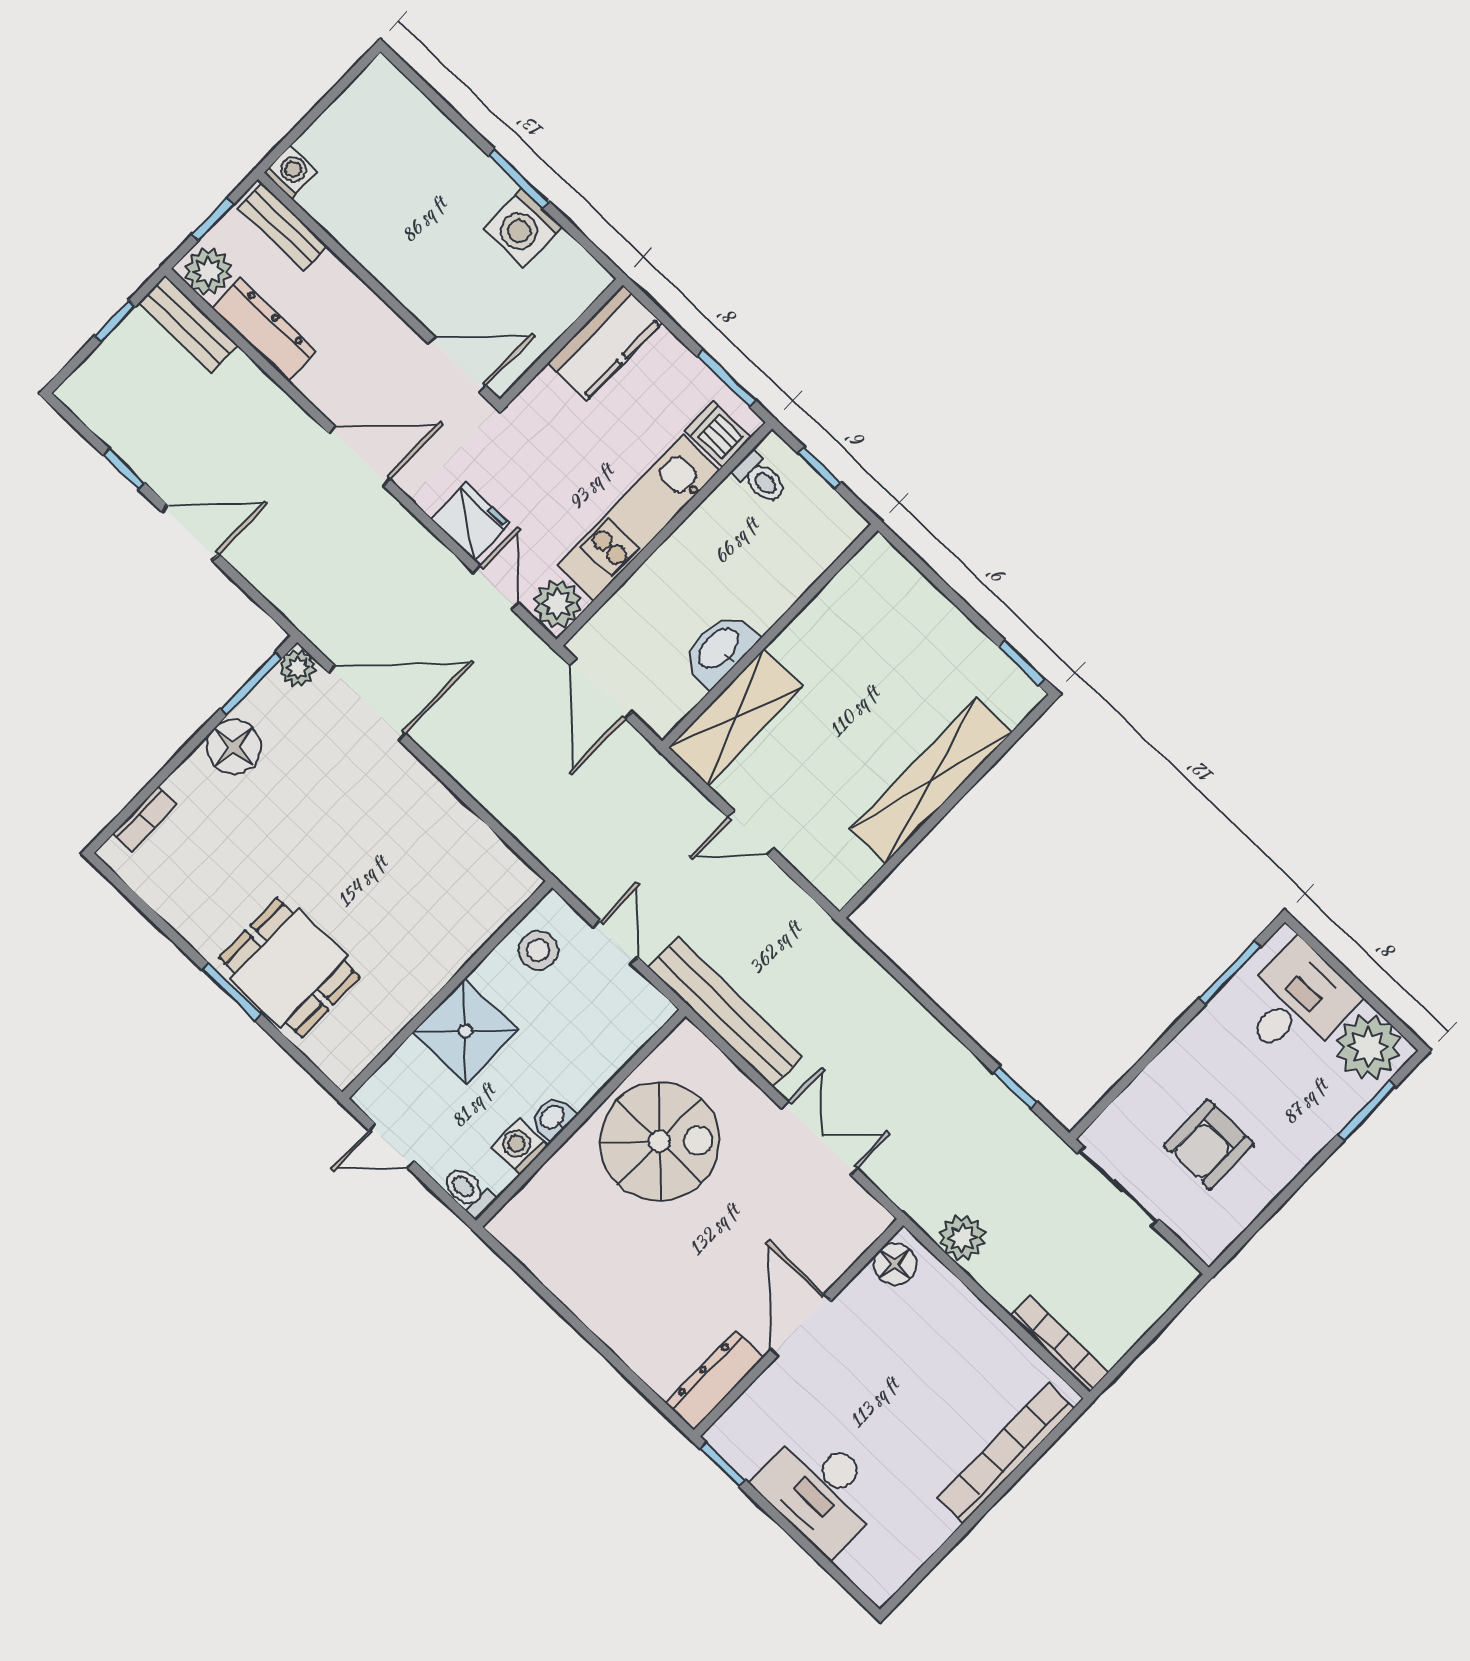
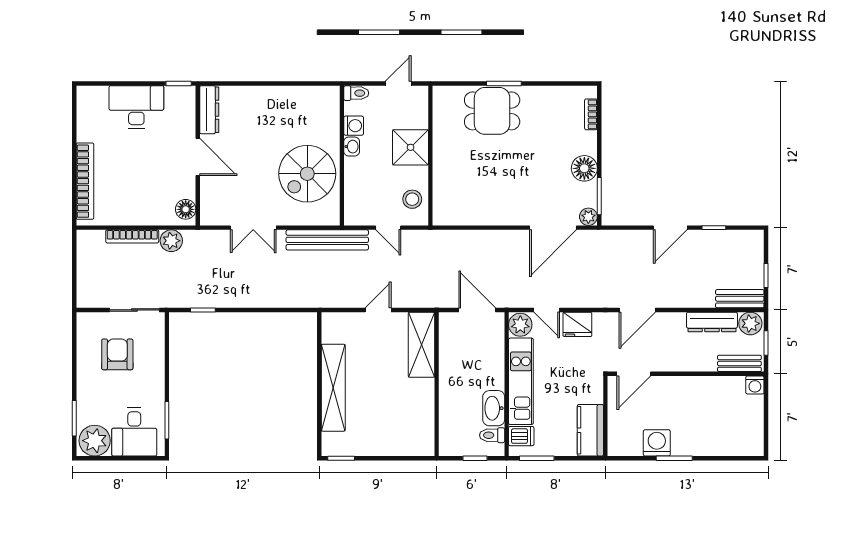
washbasin: (720, 649) -> (494, 408), moved, turned 180
bookcase: (1060, 1344) -> (132, 236), moved

